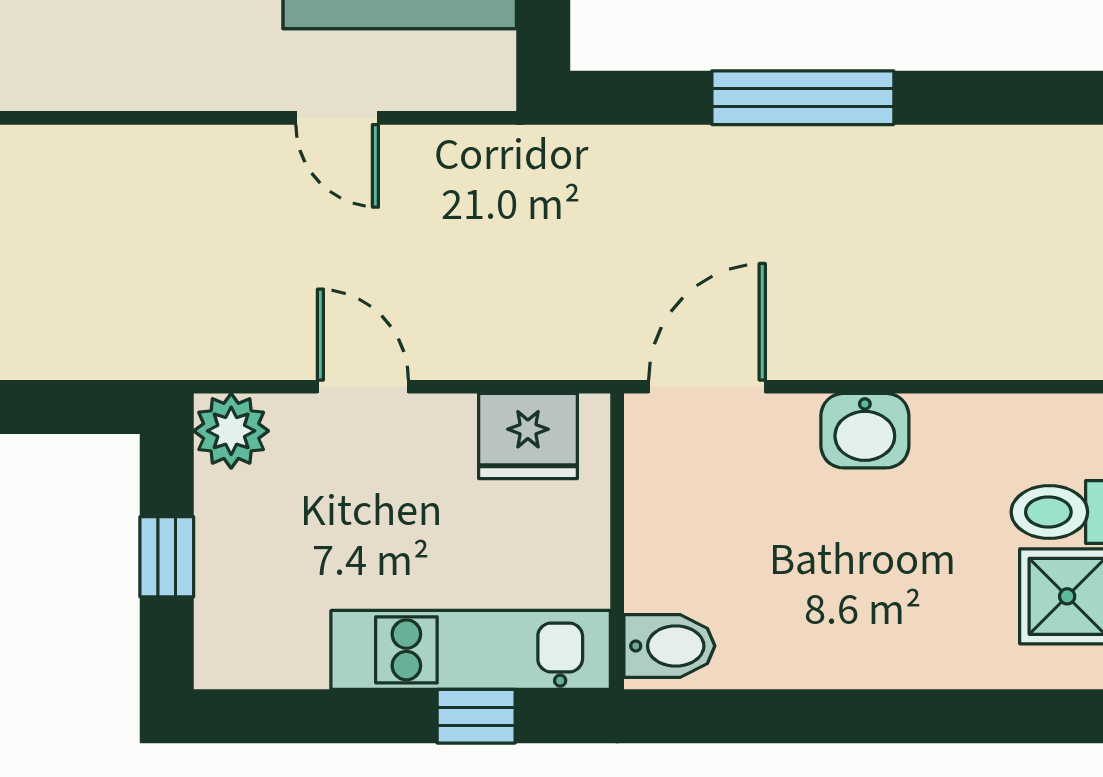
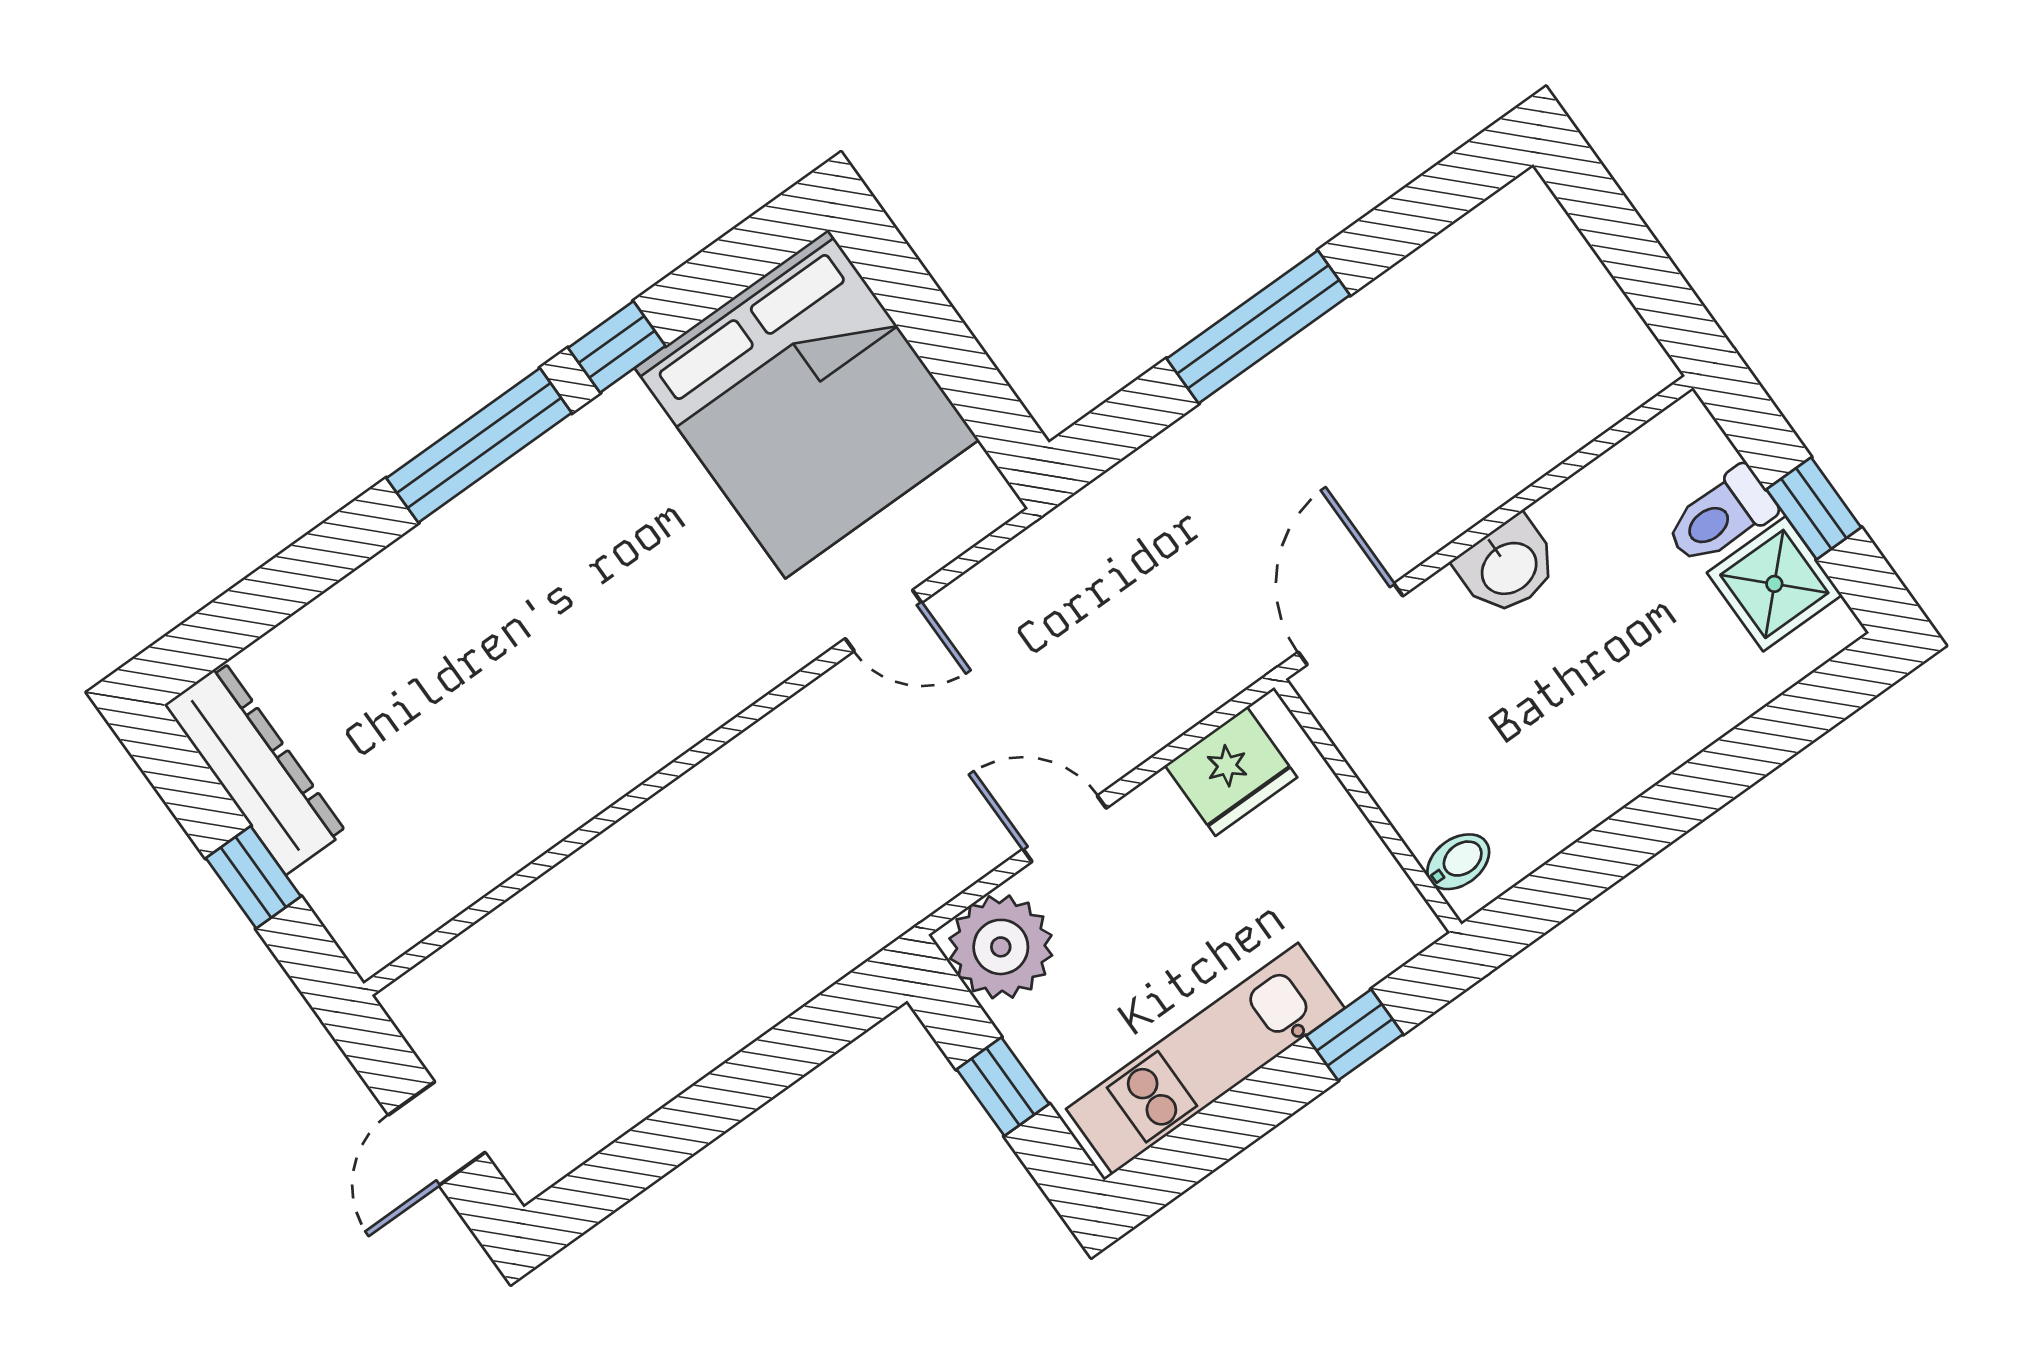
plant: (231, 431) -> (1001, 947), width x1.36, depth x1.36
bidet: (669, 646) -> (1458, 862), width x0.72, depth x0.74
kitchen unit: (471, 650) -> (1205, 1058), moved

